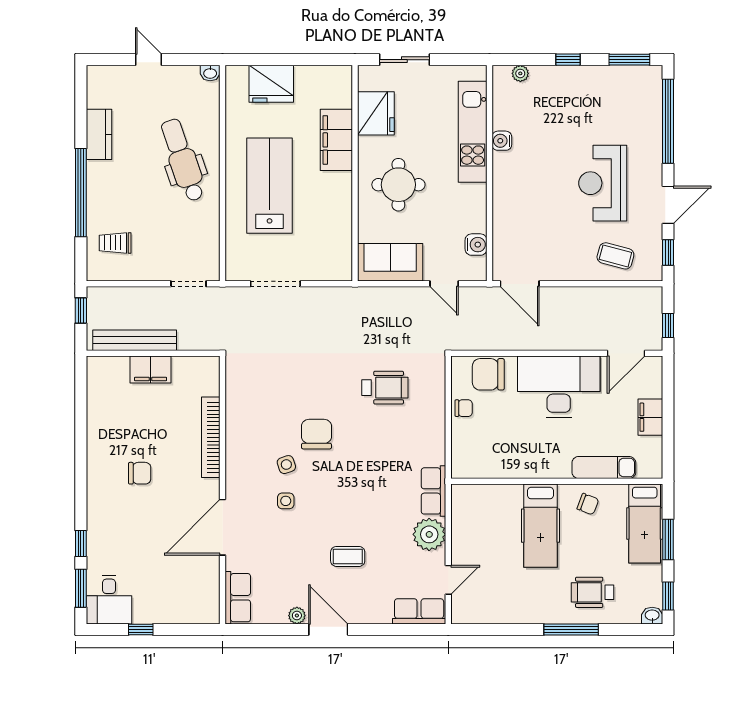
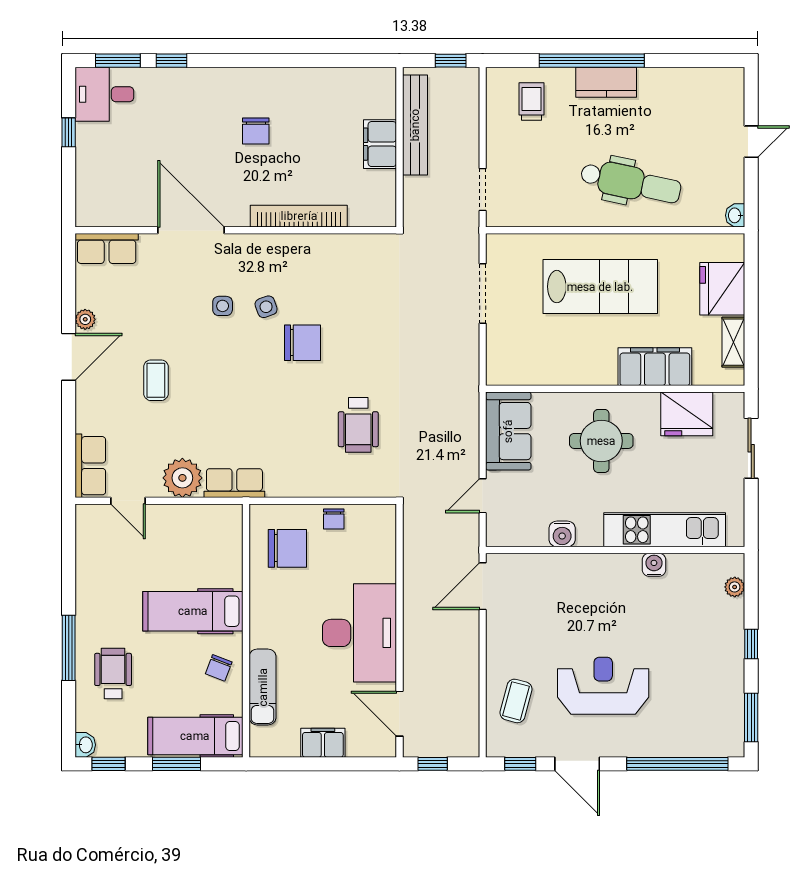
shelving: (316, 74) -> (733, 342), added
kitchen counter: (99, 134) -> (606, 82), moved
dental chair: (183, 160) -> (631, 183), turned 31
water cooler: (476, 245) -> (562, 534), moved
chair: (488, 374) -> (287, 548), moved, turned 90

